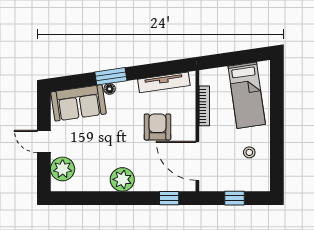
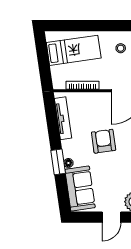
armchair: (157, 127) -> (104, 141), moved, turned 82

